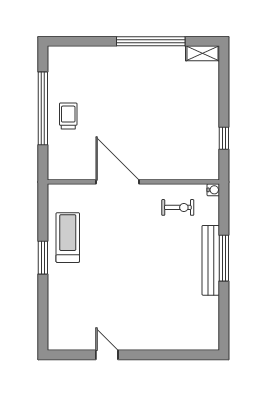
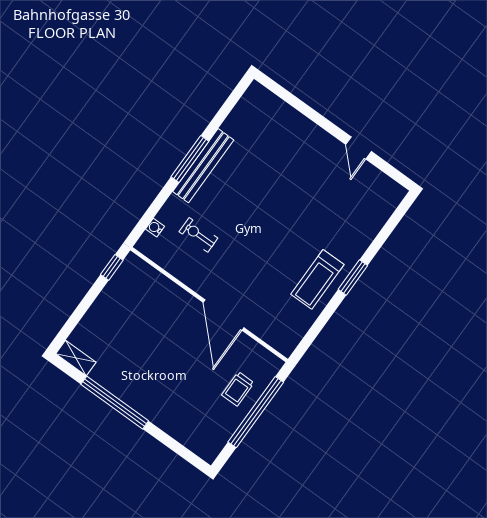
door: (117, 182) -> (224, 315), moved
wall: (133, 182) -> (209, 305), moved

